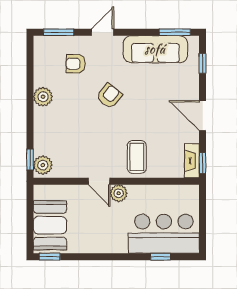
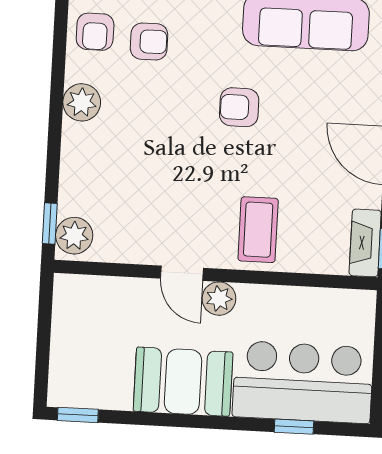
armchair: (48, 60) -> (95, 32), added
armchair: (76, 64) -> (149, 41), turned 180
armchair: (109, 96) -> (239, 107), moved, turned -129
booth: (50, 225) -> (183, 382), moved, turned 90

